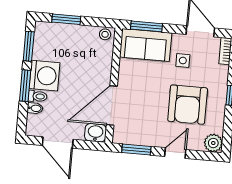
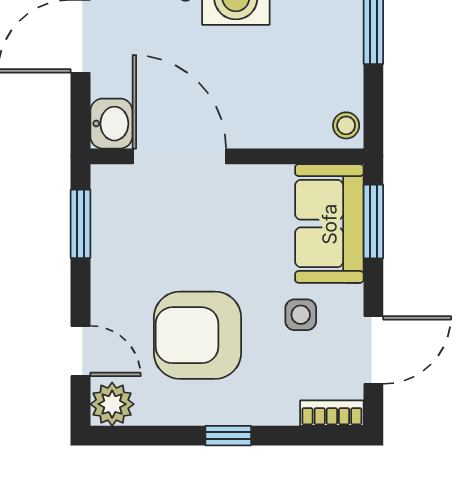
door: (175, 153) -> (81, 351), moved

